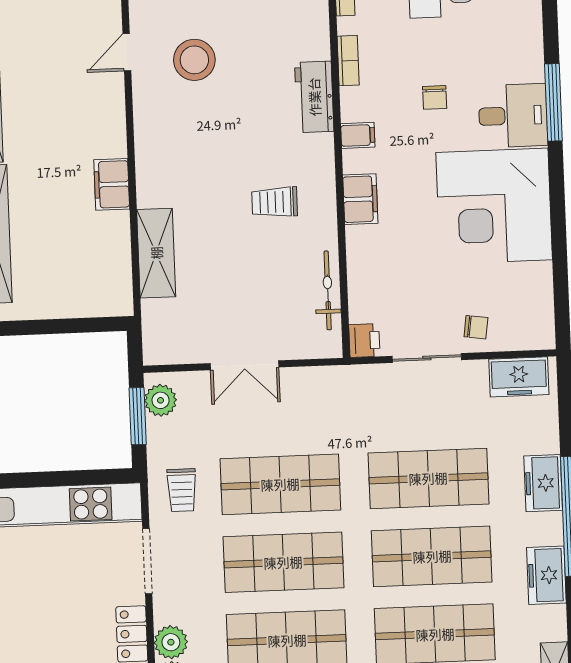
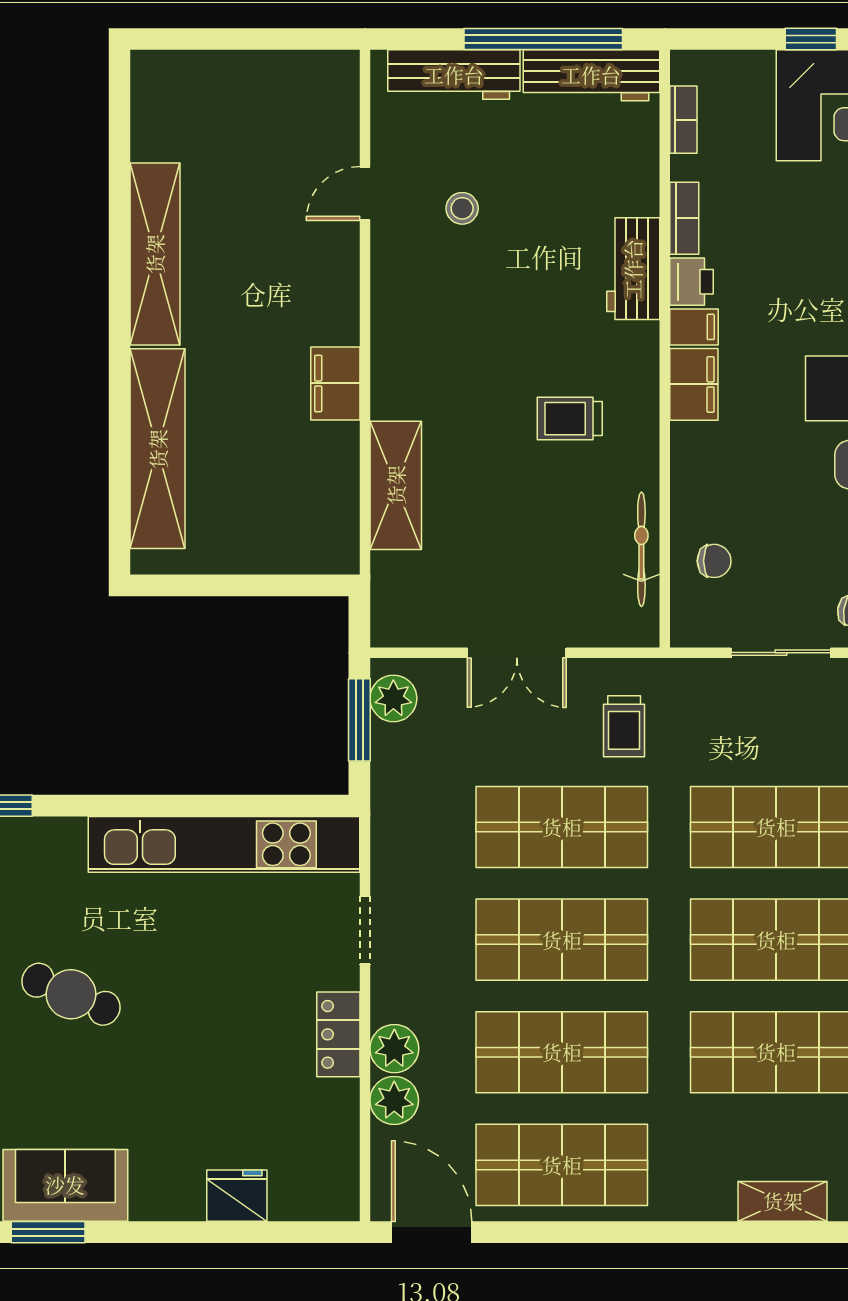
stool: (194, 60) -> (462, 208), width x0.53, depth x0.53
chair: (435, 97) -> (714, 561), moved, turned -90
filing cabinet: (360, 199) -> (694, 384), moved
printer: (364, 340) -> (691, 282), moved
trolley: (182, 490) -> (624, 726), moved
doorway: (147, 561) -> (365, 930), width x0.73

